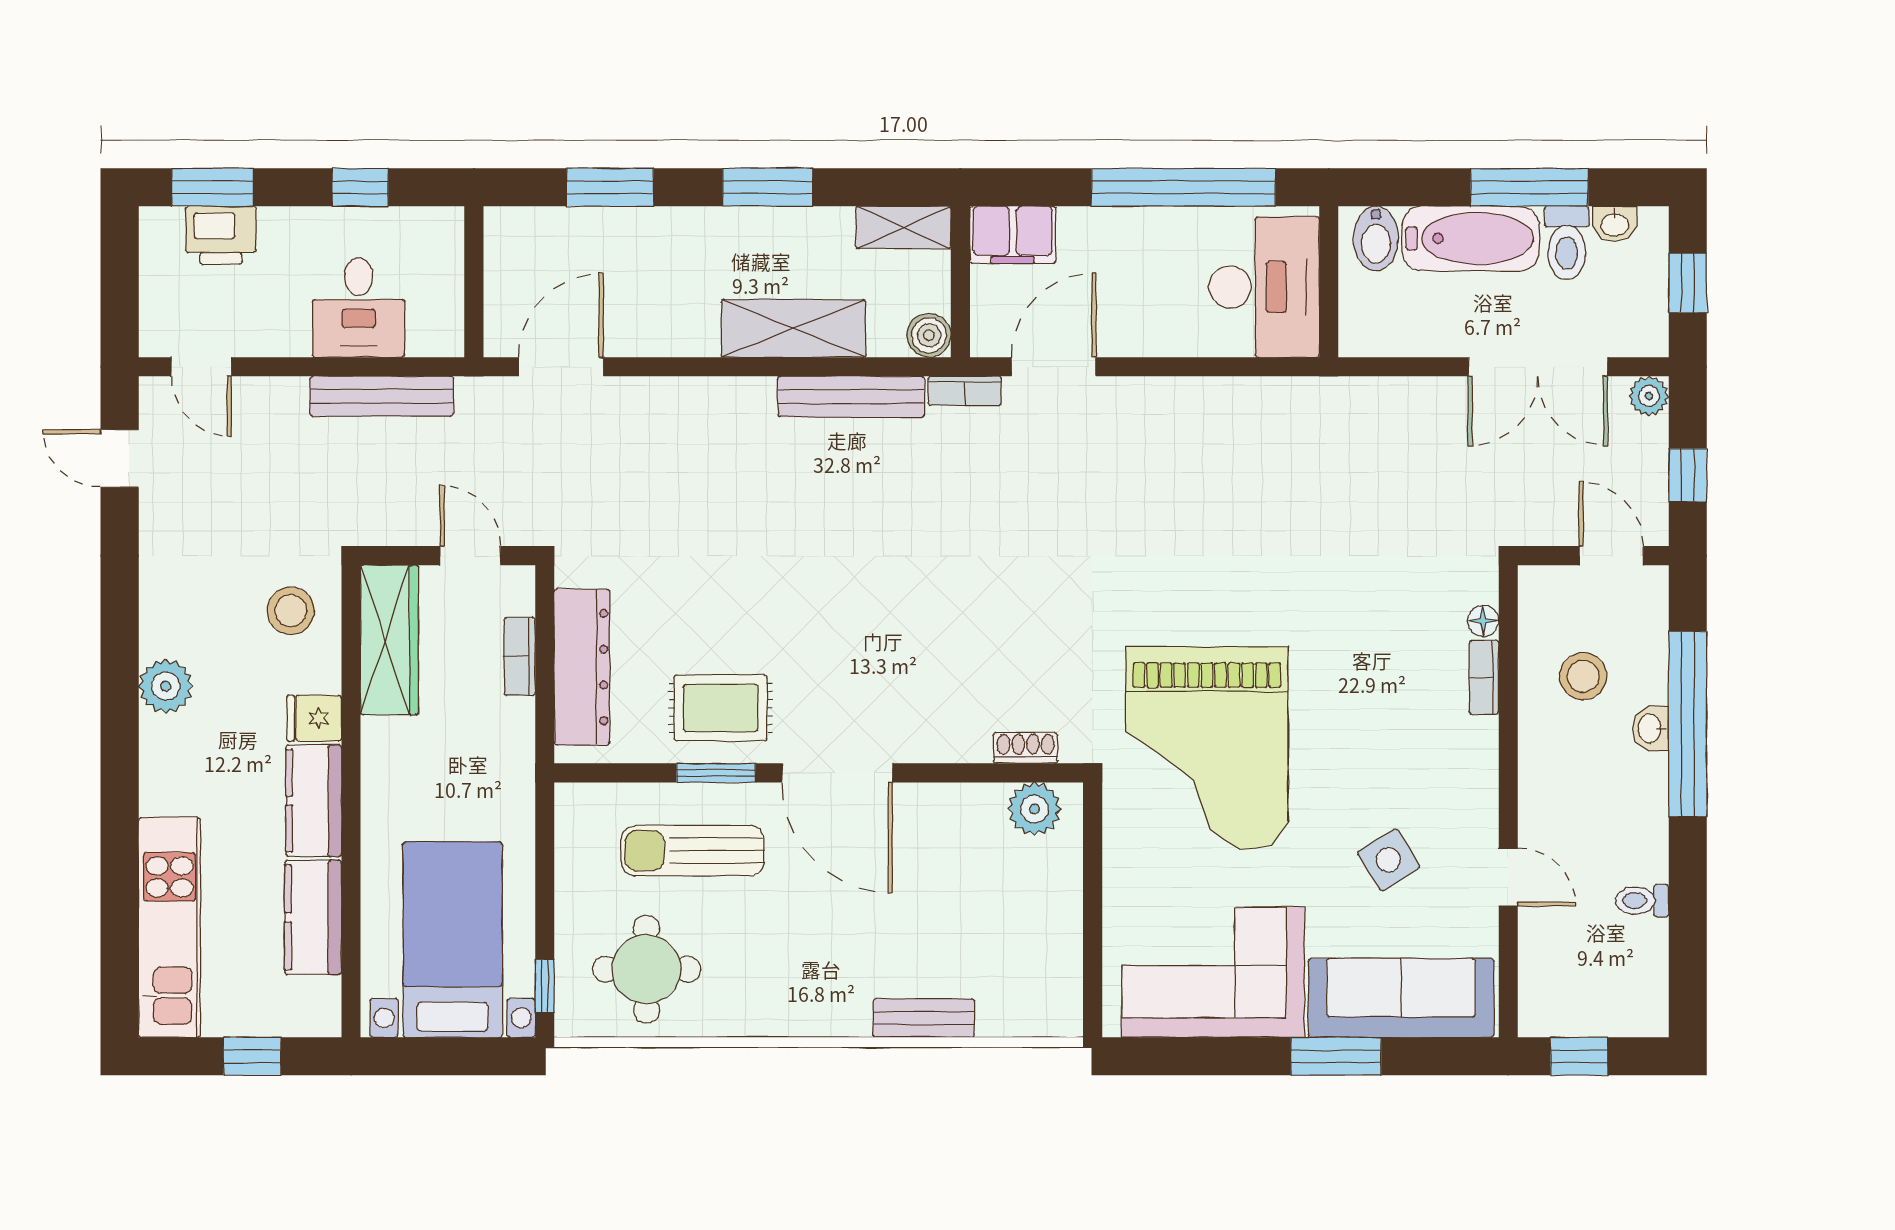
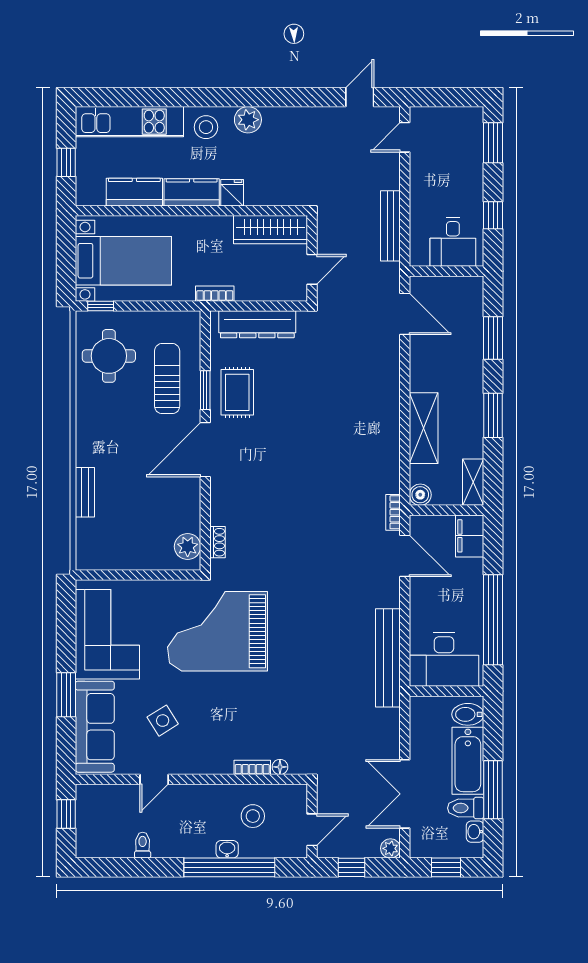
printer: (221, 235) -> (469, 147), removed
desk: (359, 307) -> (453, 242), moved, turned -90
bench: (851, 397) -> (388, 658), moved, width x1.37, depth x1.21
stool: (291, 611) -> (206, 127), moved
bookcase: (520, 656) -> (215, 294), moved

